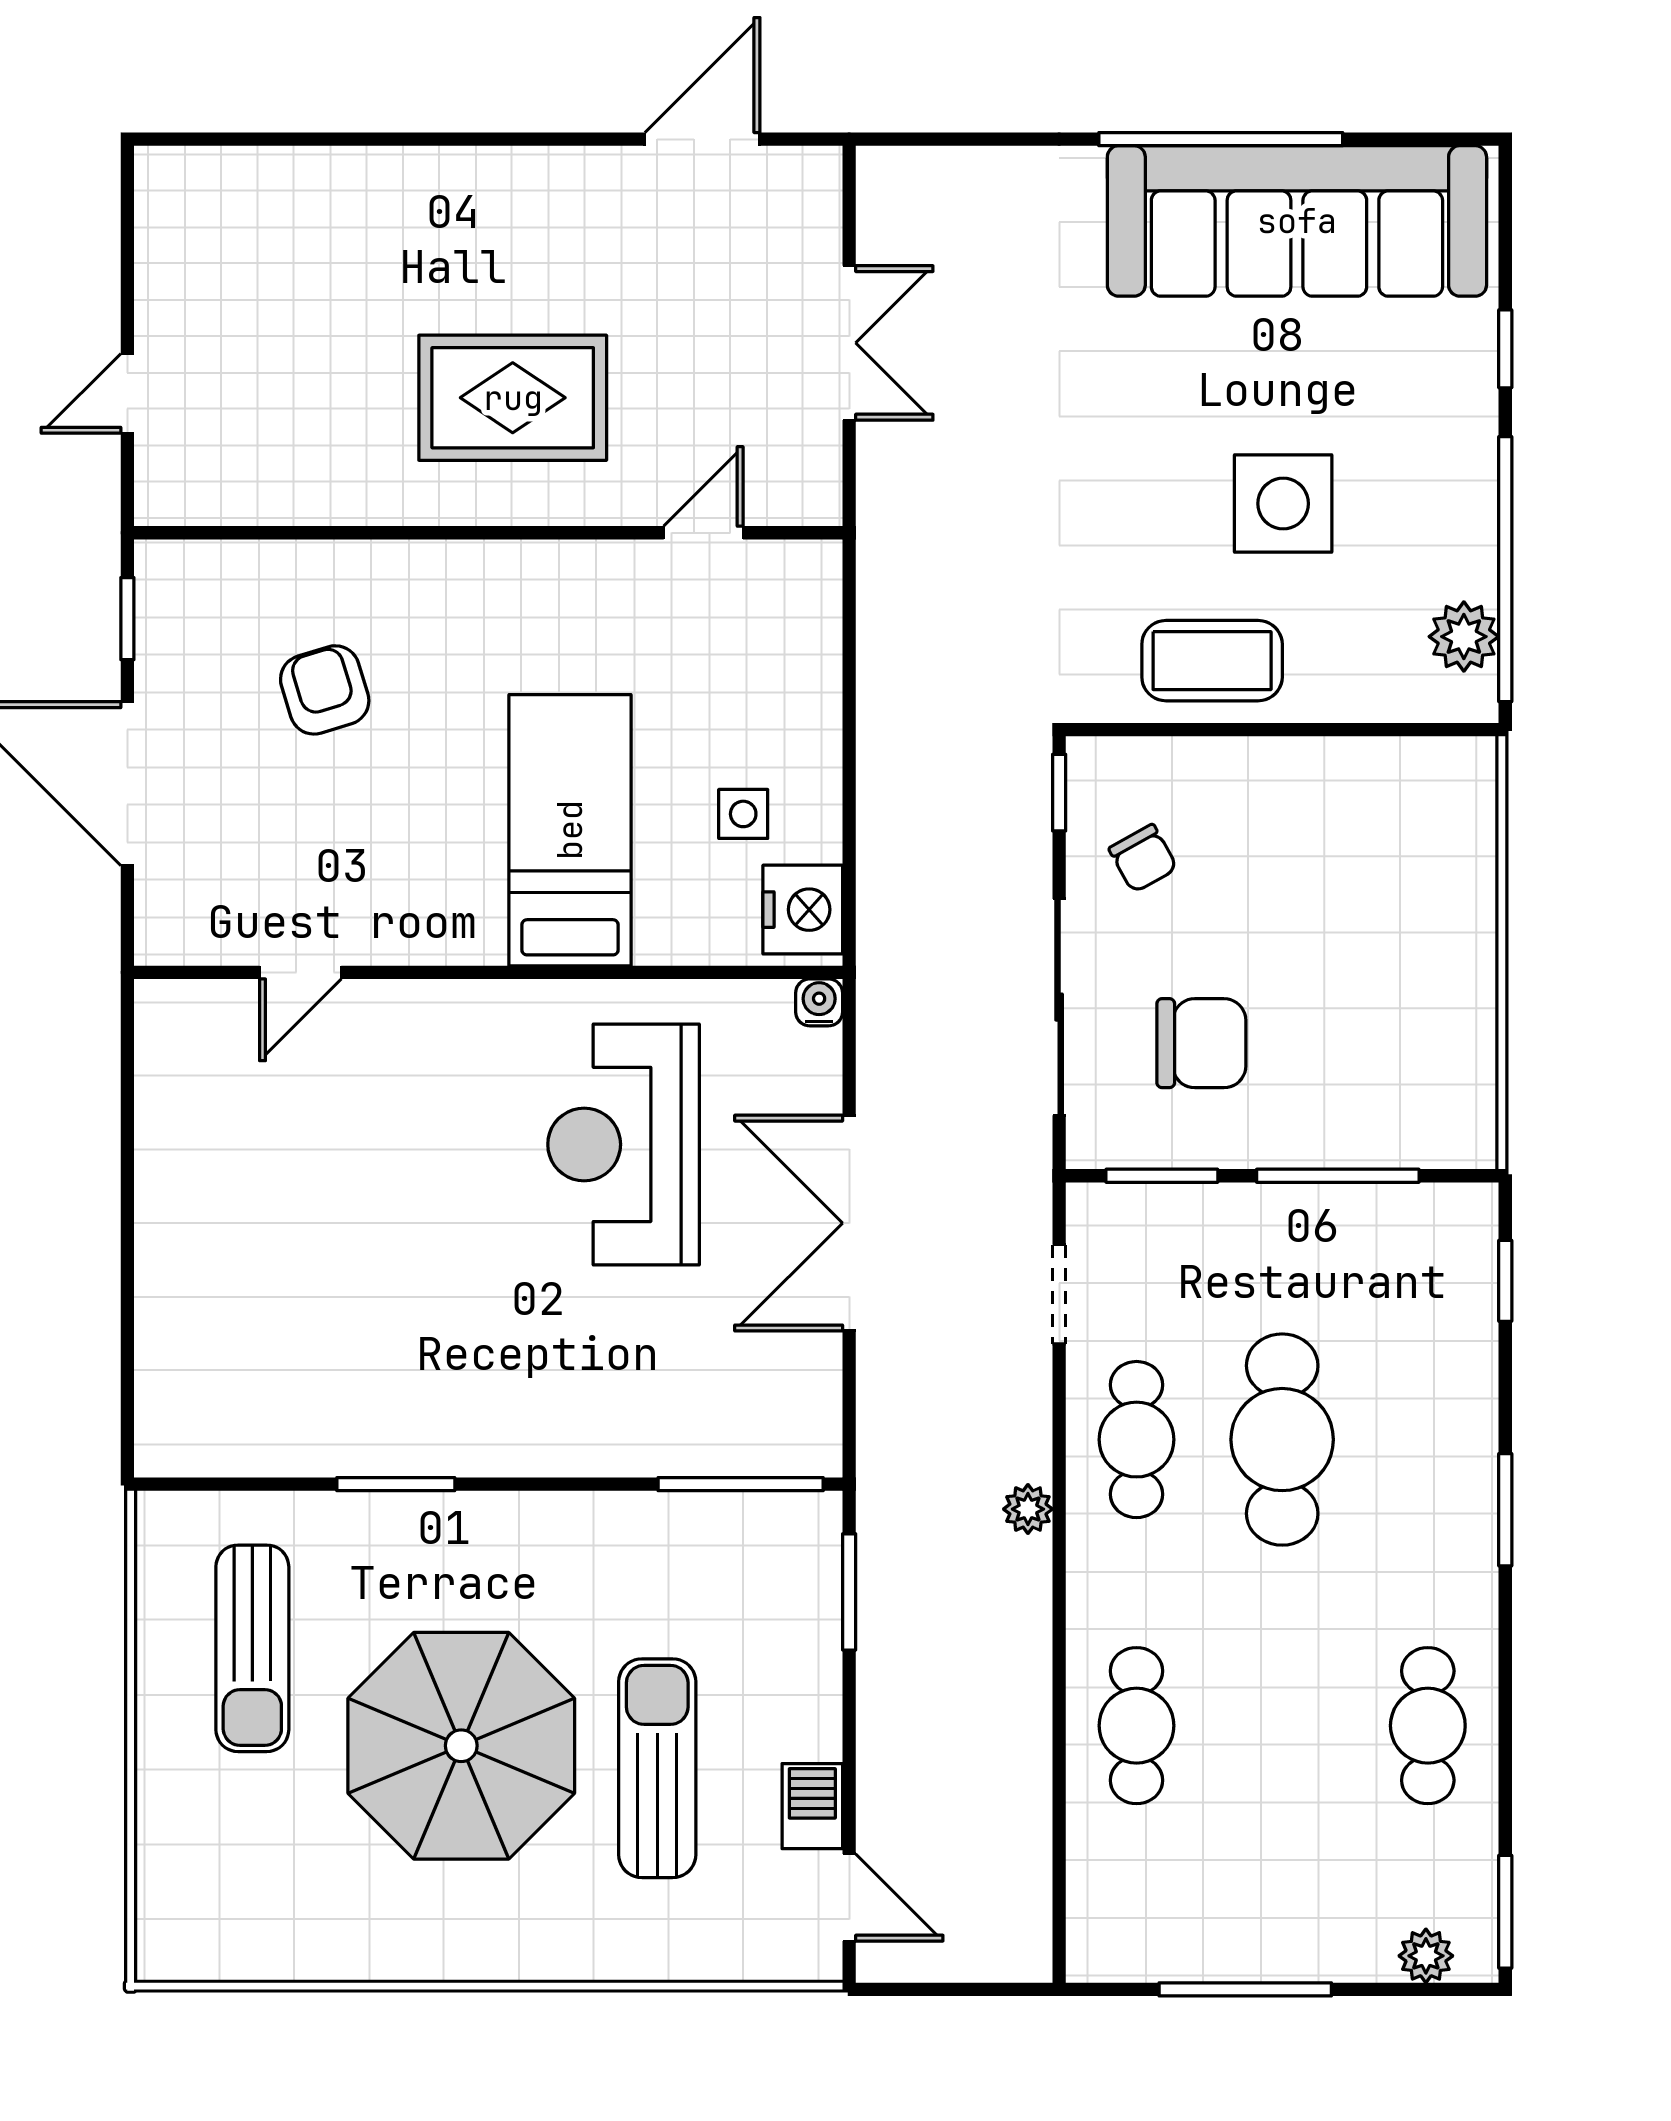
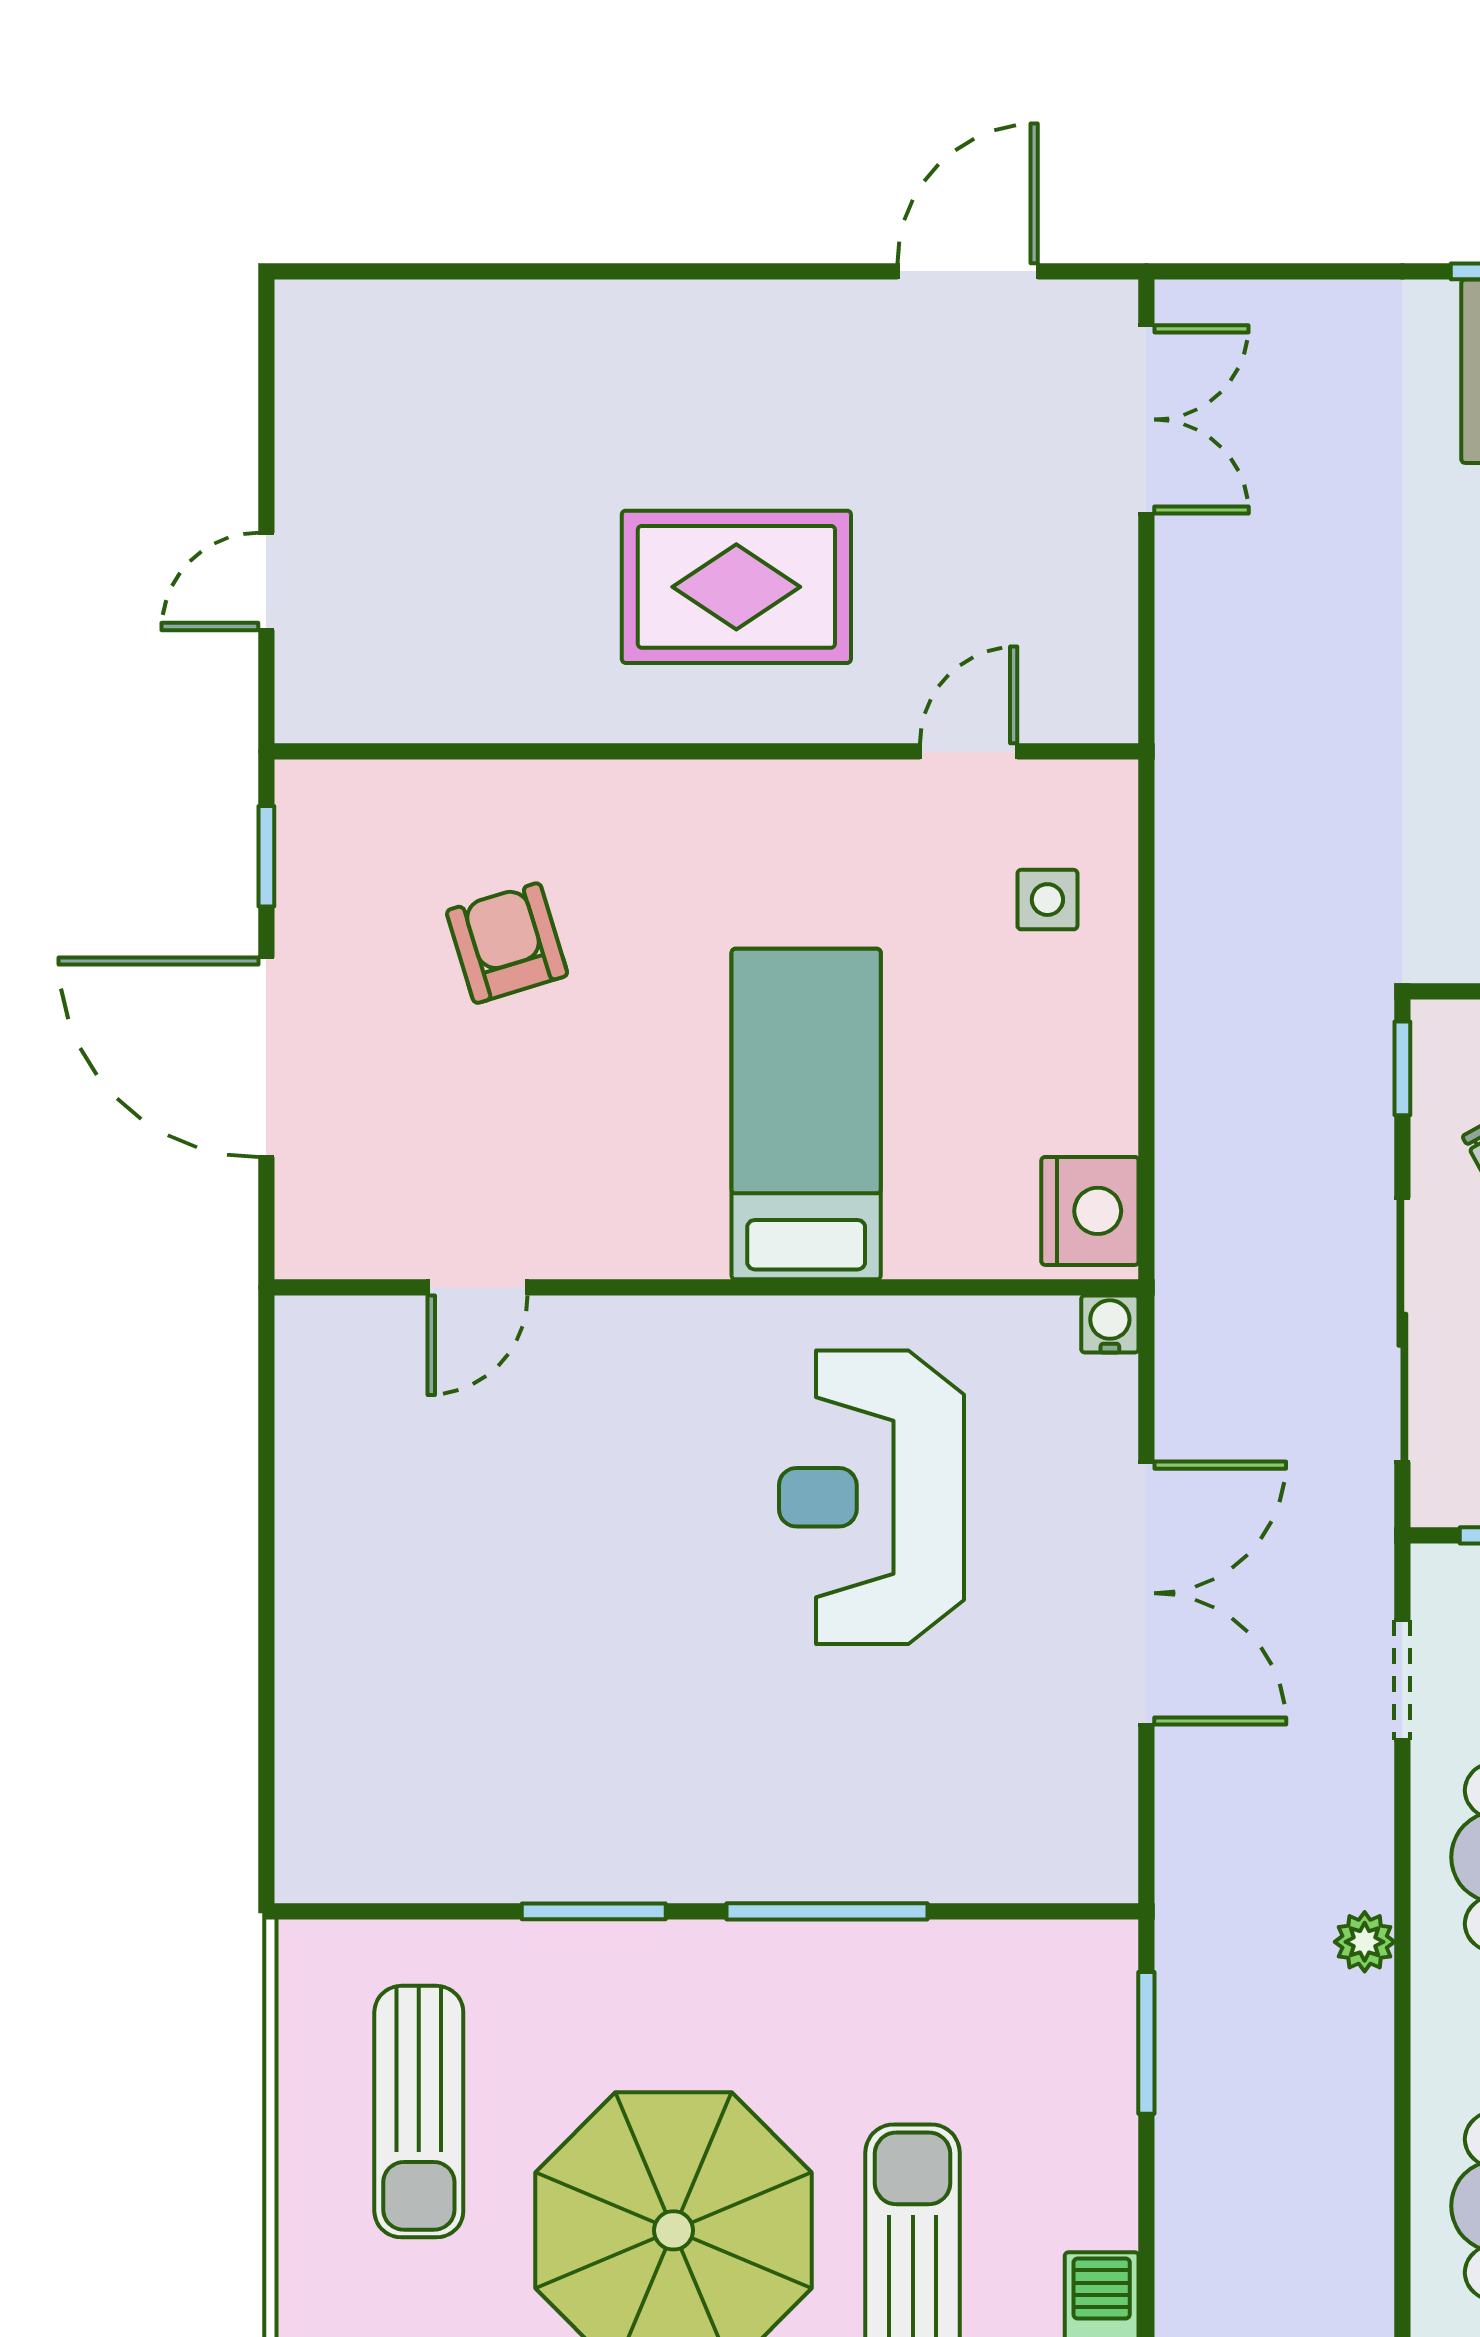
double door: (849, 343) -> (1146, 419), moved
side table: (743, 814) -> (1047, 900), moved
double door: (849, 1223) -> (1146, 1593), swing flipped
window: (741, 1484) -> (827, 1911), moved

